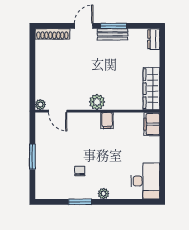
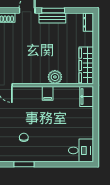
plant: (97, 102) -> (55, 77), moved
desk: (145, 181) -> (81, 150), width x0.73
plant: (104, 194) -> (45, 157), removed

